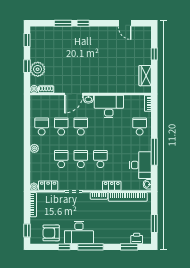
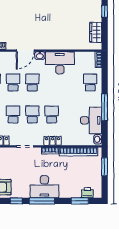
locker: (112, 186) -> (53, 141), moved
window: (154, 224) -> (105, 167), moved
desk: (79, 232) -> (44, 187), moved

